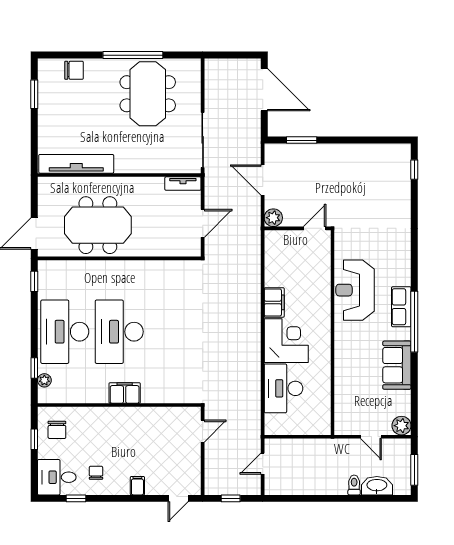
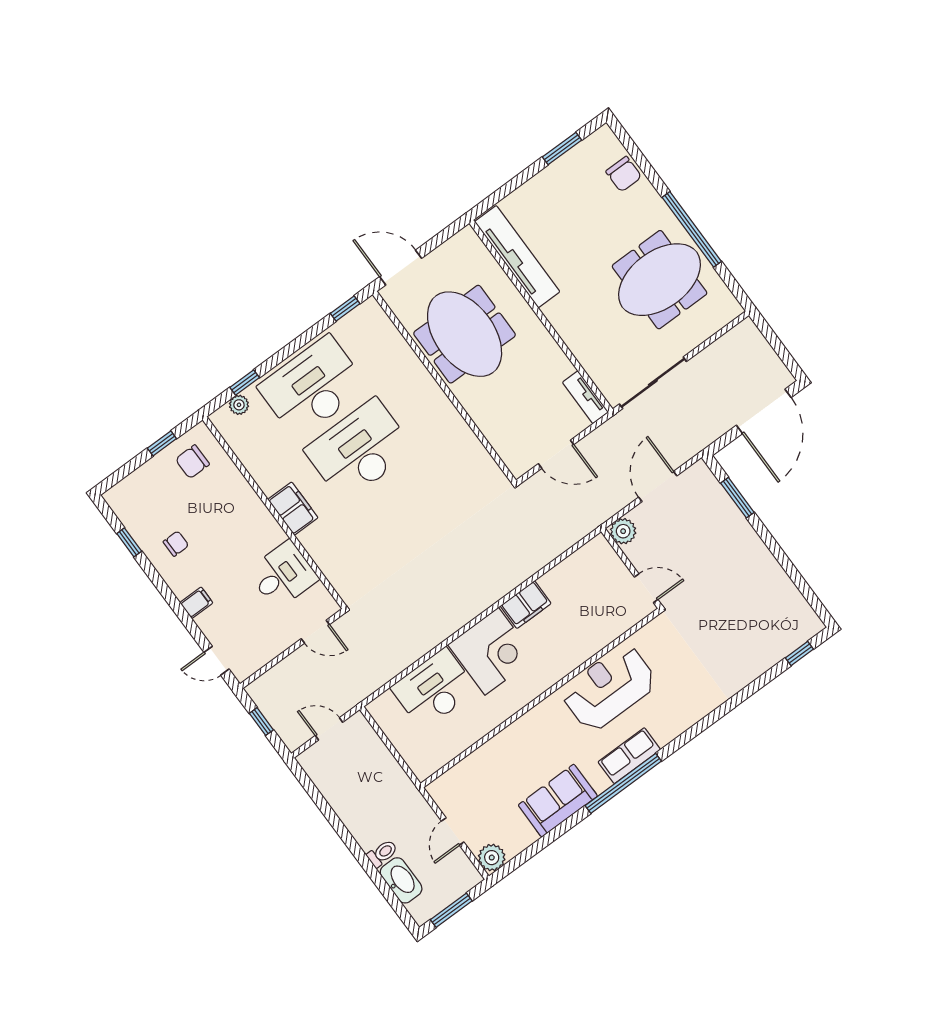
desk: (57, 477) -> (283, 575), moved, turned 90

